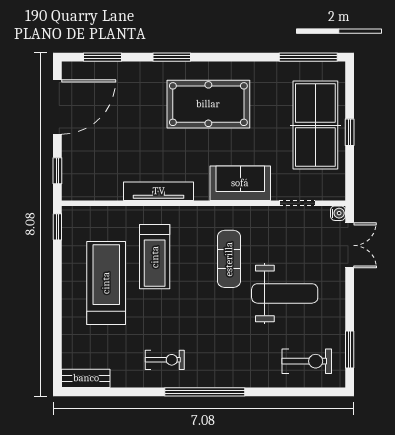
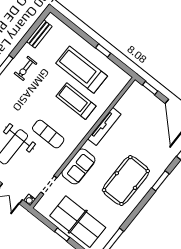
window: (57, 227) -> (103, 51), moved
treadmill: (106, 283) -> (82, 70), turned 180
bench: (86, 378) -> (39, 34), moved

